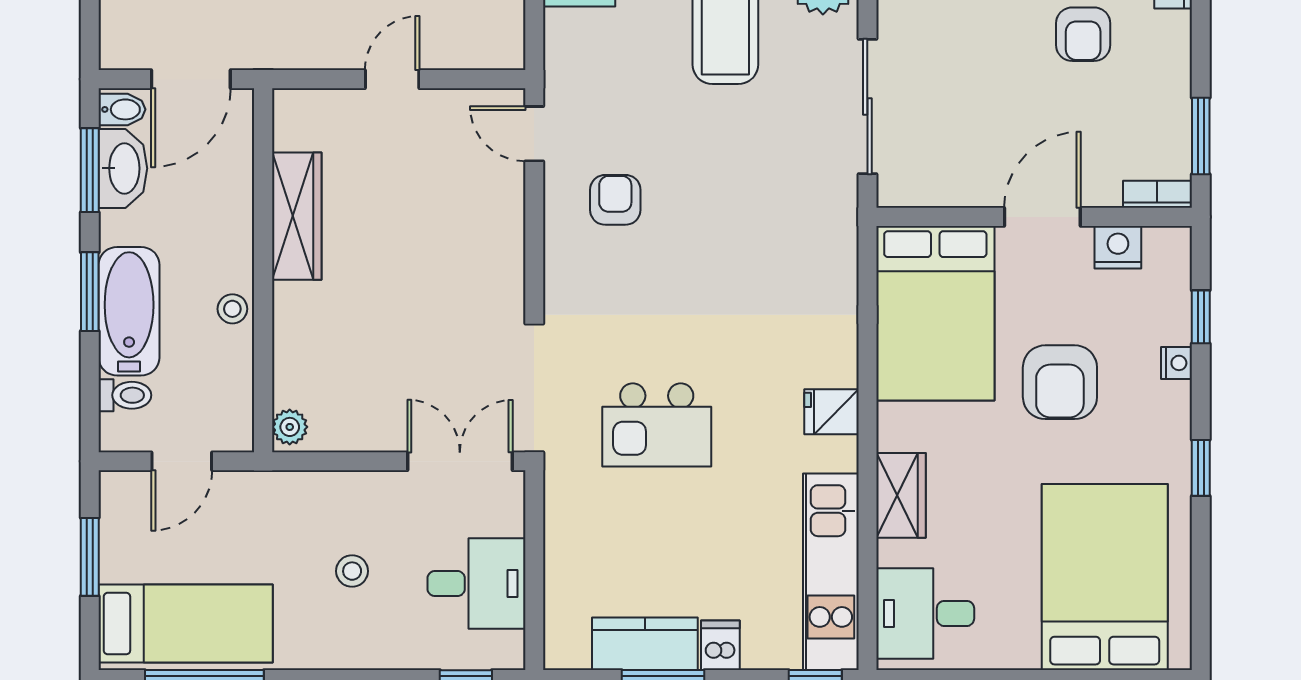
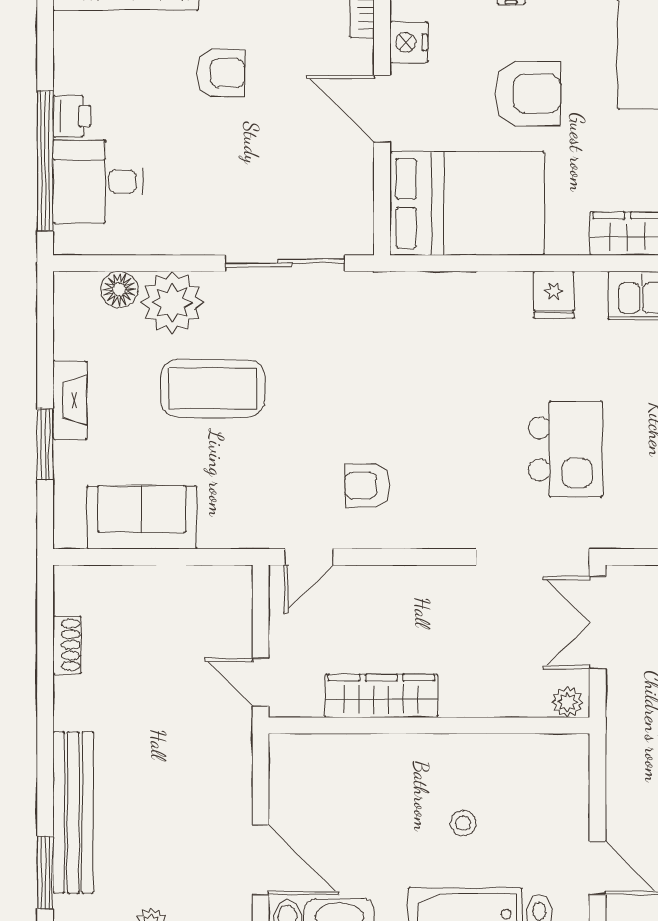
wardrobe: (297, 216) -> (381, 696), moved
wall: (263, 270) -> (429, 725), moved
plant: (290, 427) -> (567, 702), moved

